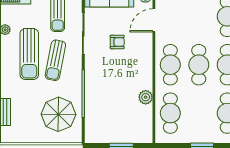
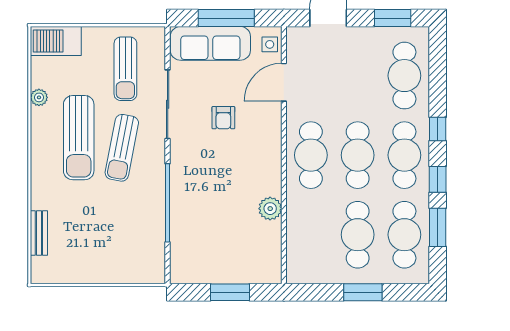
armchair: (117, 42) -> (223, 118), turned 90
cafe table: (170, 113) -> (358, 235), moved
parasol: (58, 114) -> (127, 237), removed

